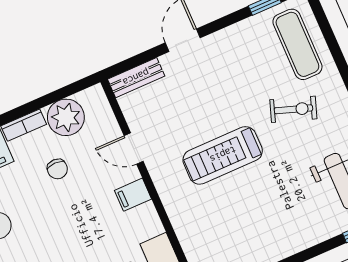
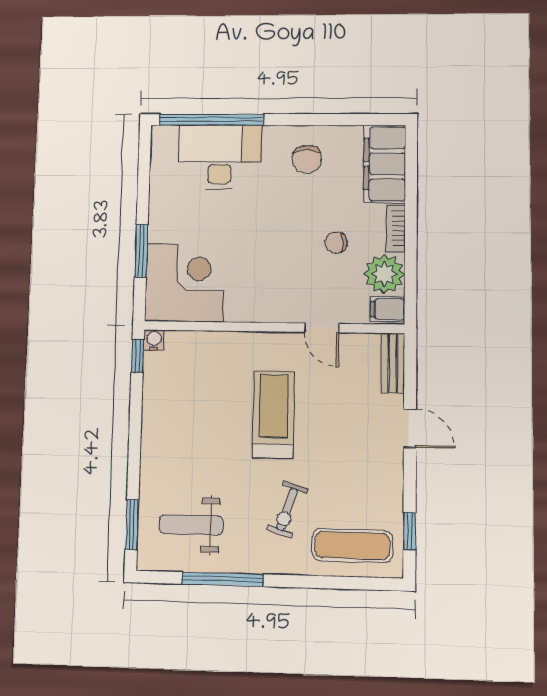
door: (134, 148) -> (322, 328), swing flipped
filing cabinet: (133, 195) -> (388, 309), moved, turned -90

